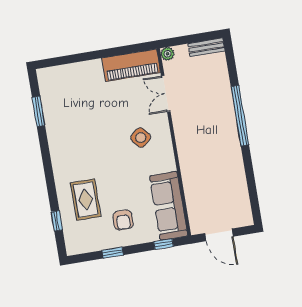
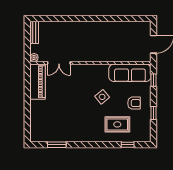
window: (240, 116) -> (81, 18), removed
side table: (141, 138) -> (102, 97), moved

